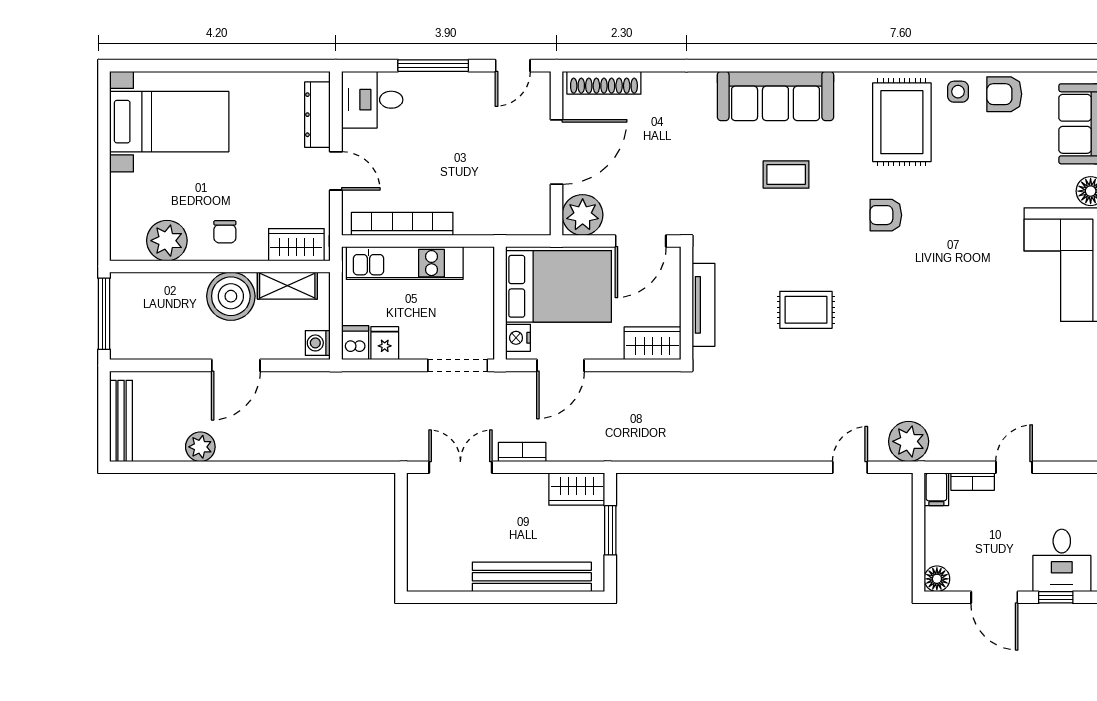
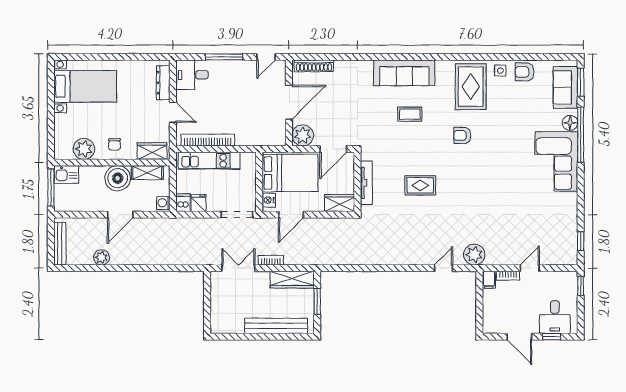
kitchen sink: (134, 289) -> (66, 174), added
wardrobe: (577, 489) -> (292, 280), width x1.50
floor lamp: (937, 579) -> (489, 327), removed

